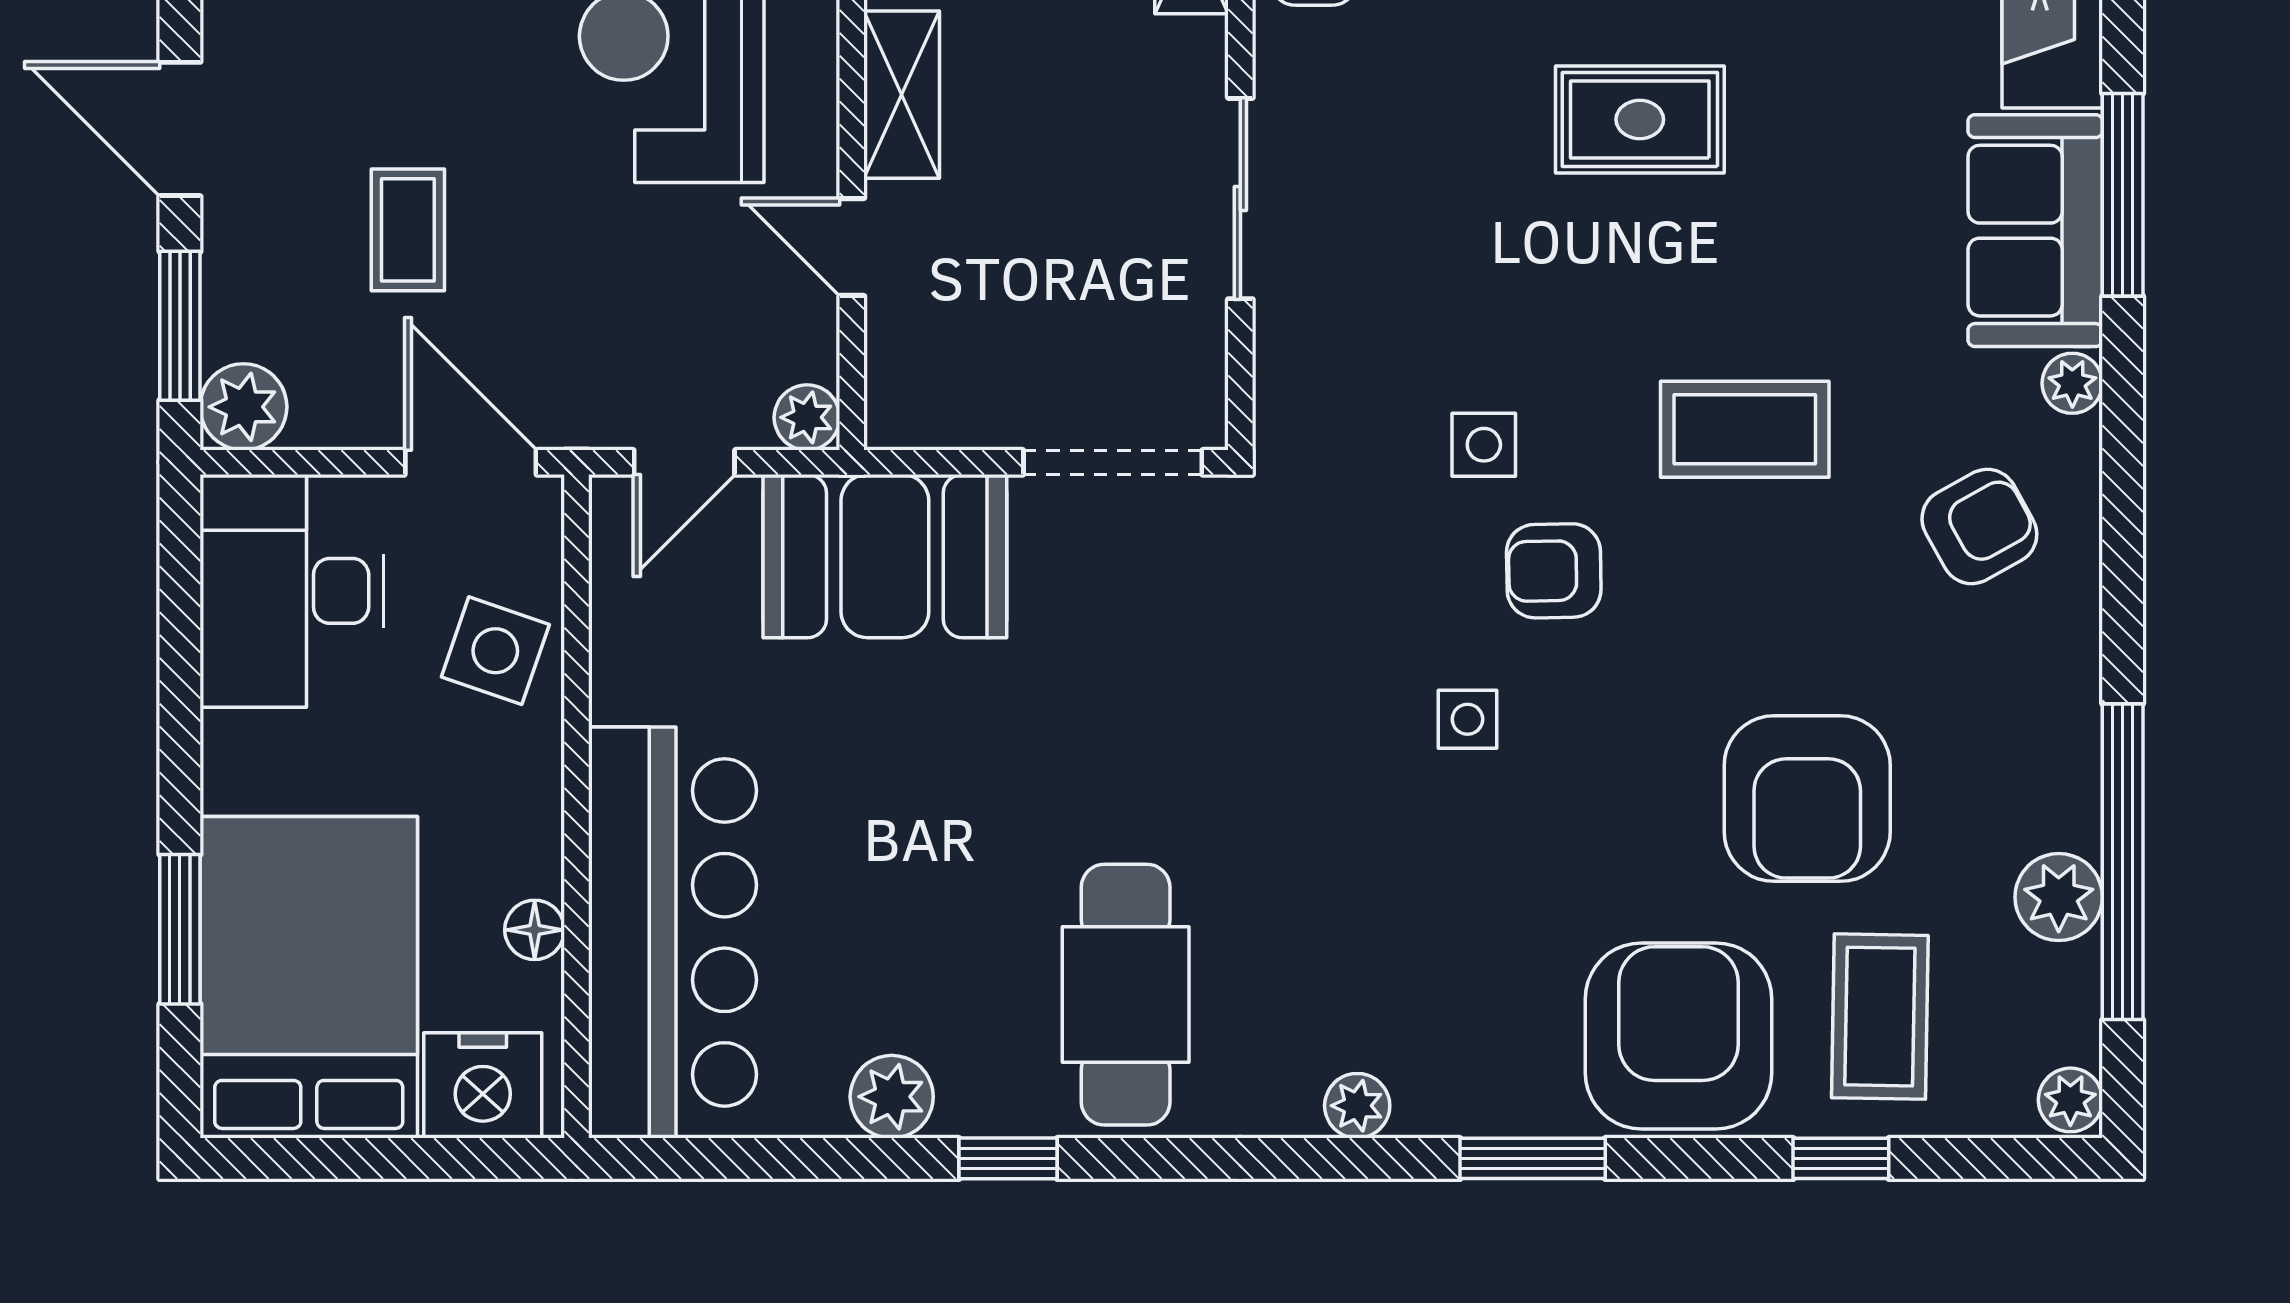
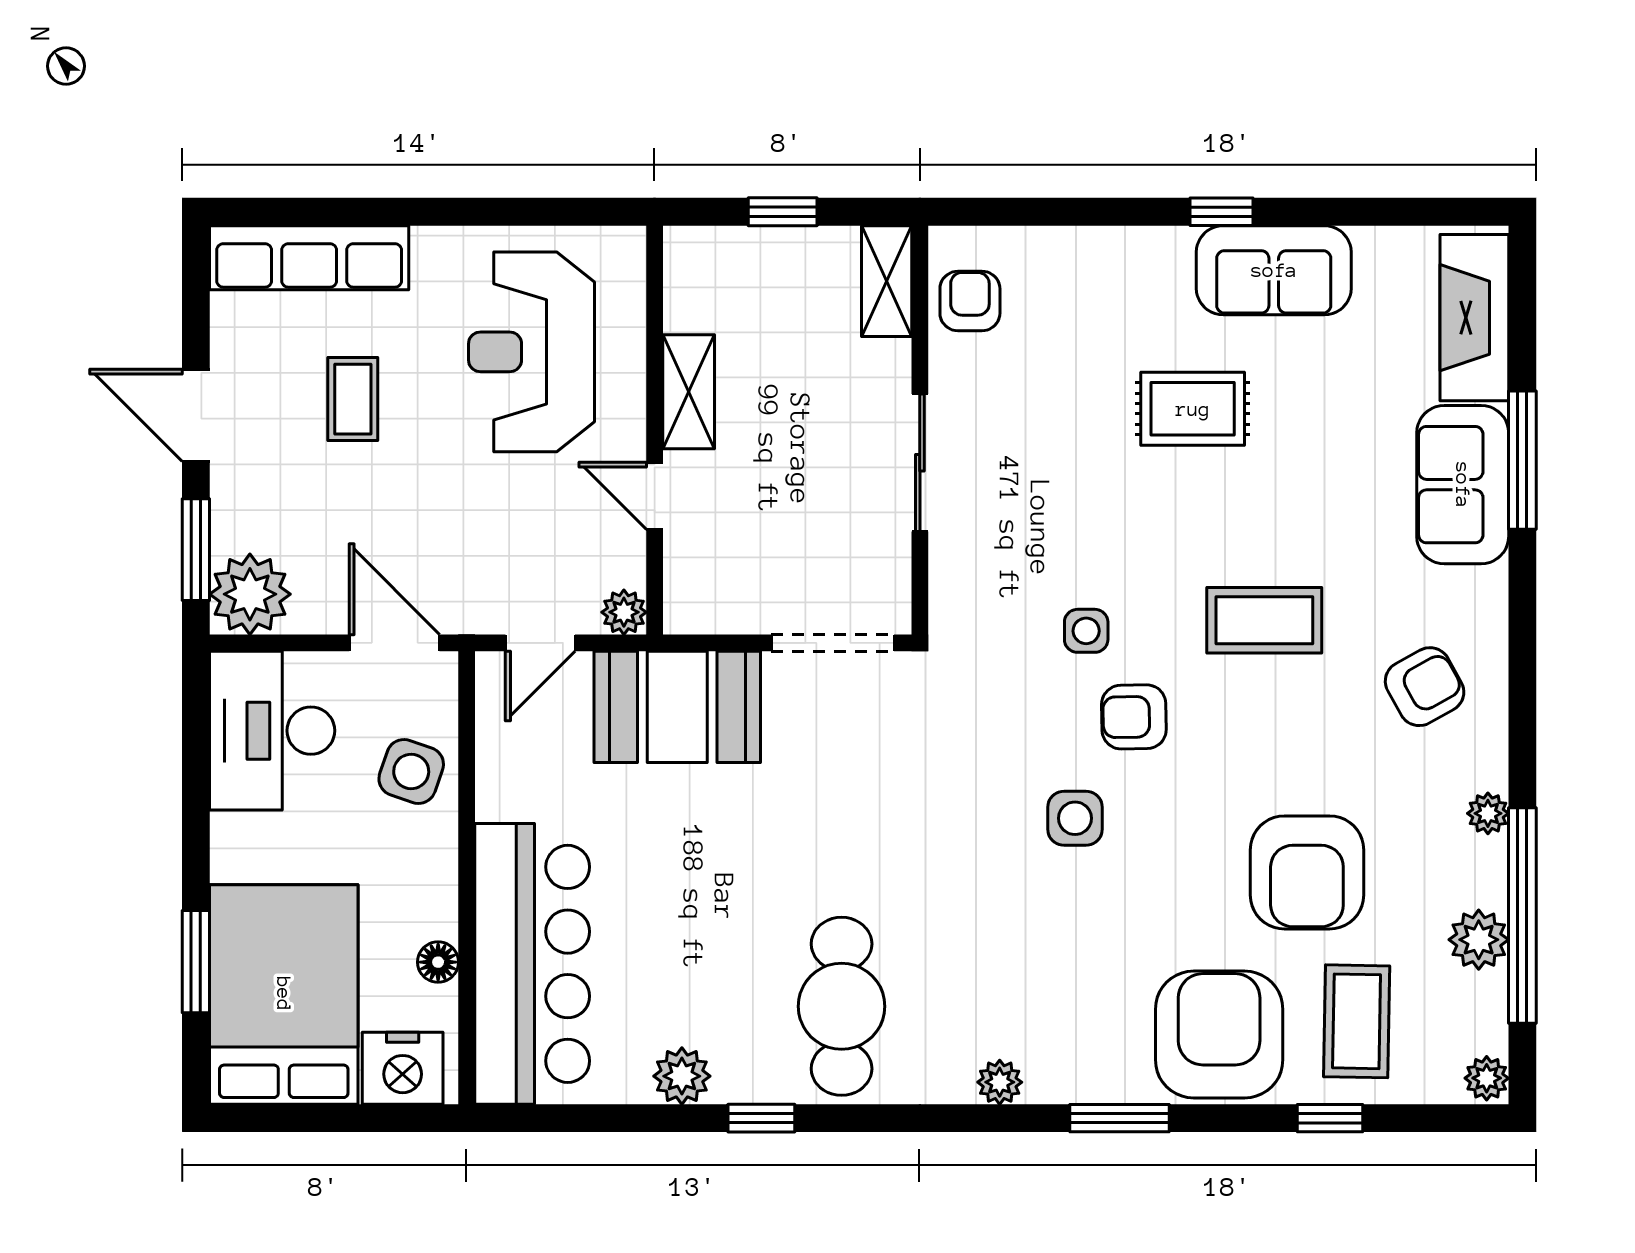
coffee table: (408, 230) -> (353, 399), moved
plant: (2072, 383) -> (1488, 813), moved
plant: (243, 407) -> (250, 594), width x1.36, depth x1.36
side table: (1467, 719) -> (1075, 818), width x1.37, depth x1.37

